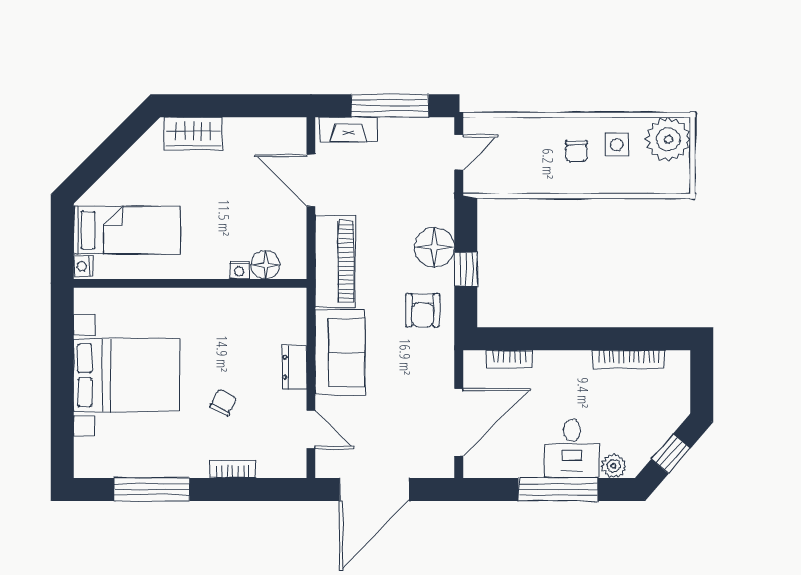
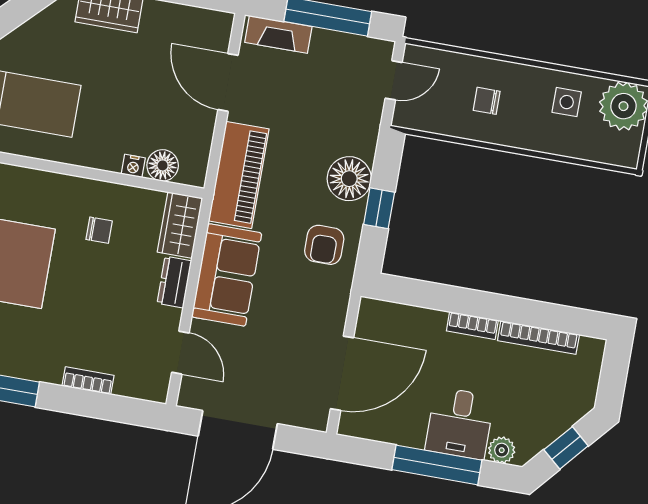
chair: (576, 151) -> (487, 101), moved, turned 90
wardrobe: (291, 315) -> (180, 225), added
bookcase: (509, 359) -> (472, 325), moved
chair: (223, 403) -> (99, 230), moved, turned 63

